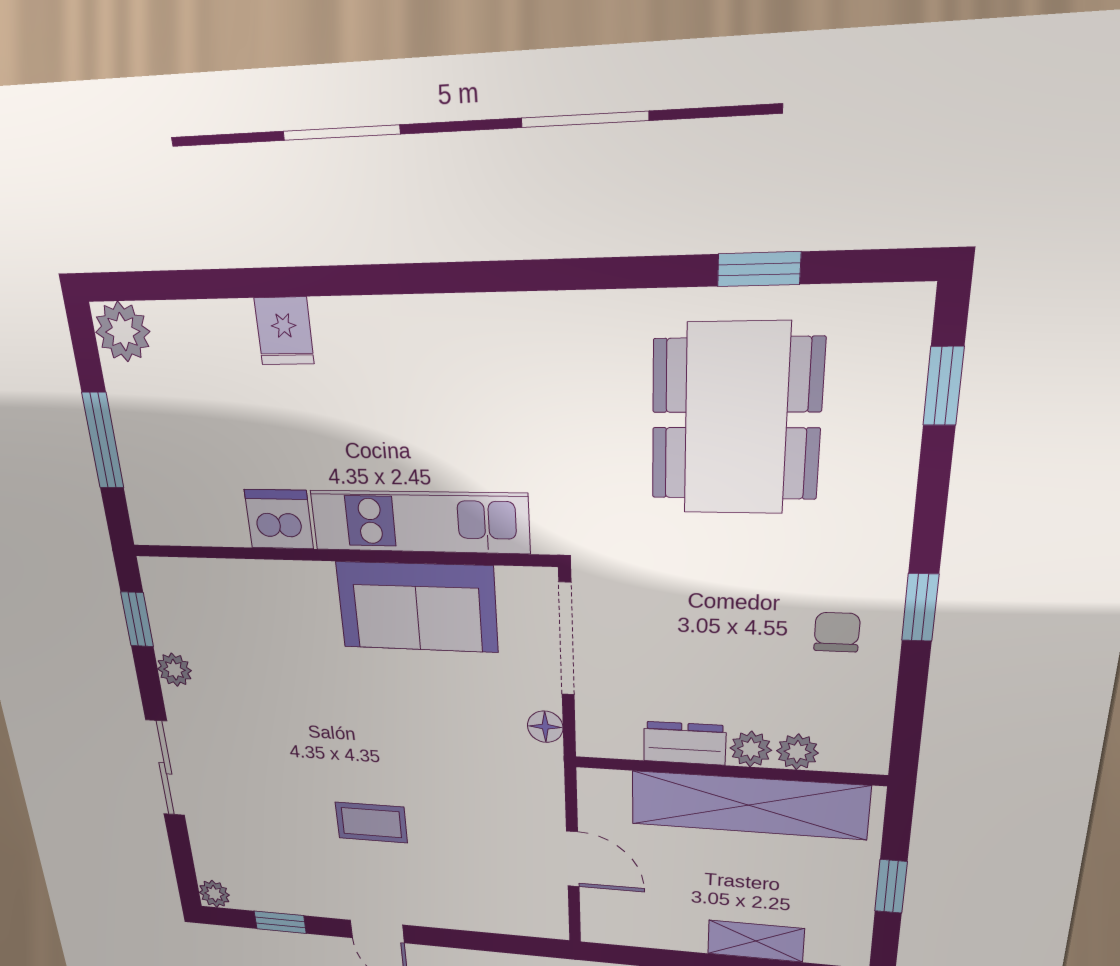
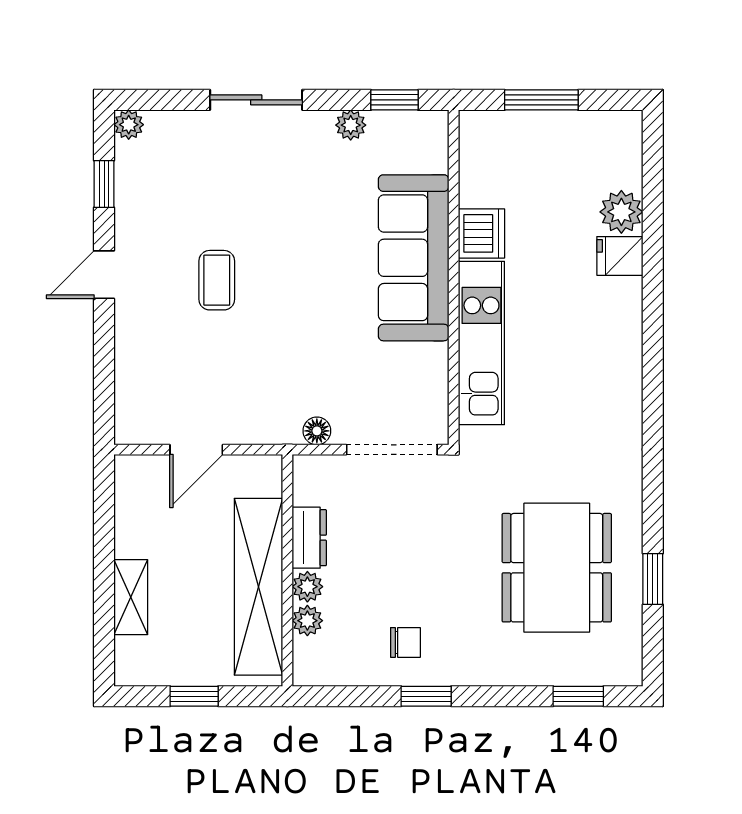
plant: (123, 332) -> (621, 212), moved
dining table: (736, 420) -> (557, 568), turned 90
sofa: (417, 607) -> (414, 258), moved, width x1.36

